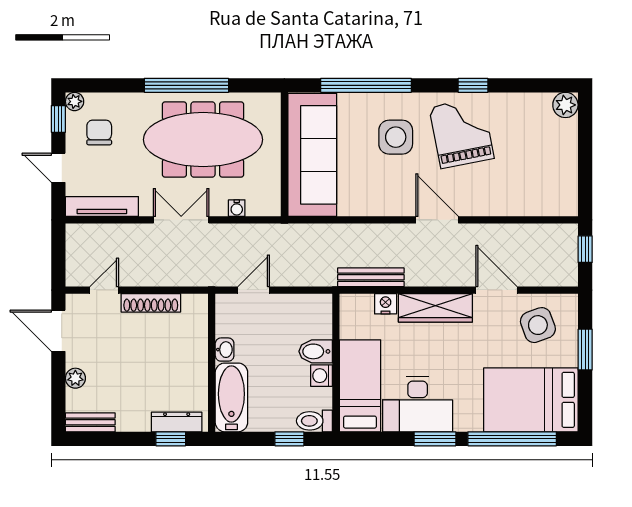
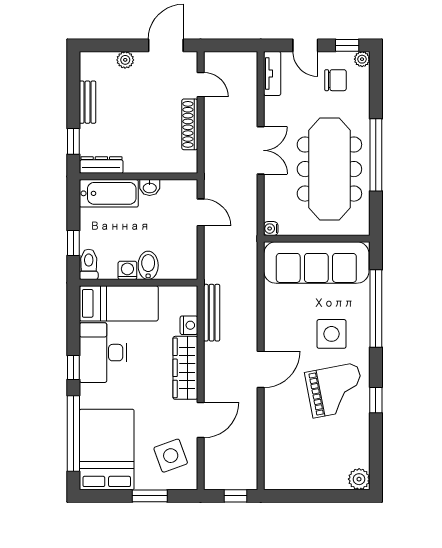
door: (58, 168) -> (305, 45), swing flipped
tv unit: (102, 206) -> (272, 73), width x0.71
water cooler: (237, 208) -> (271, 229), moved
bench: (90, 422) -> (87, 102), moved
dresser: (177, 422) -> (101, 165), moved, turned -90
window: (435, 439) -> (73, 368), width x0.67

